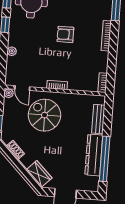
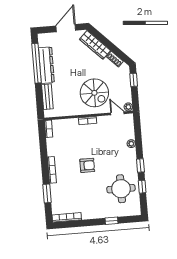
wardrobe: (39, 174) -> (95, 45), width x1.50

